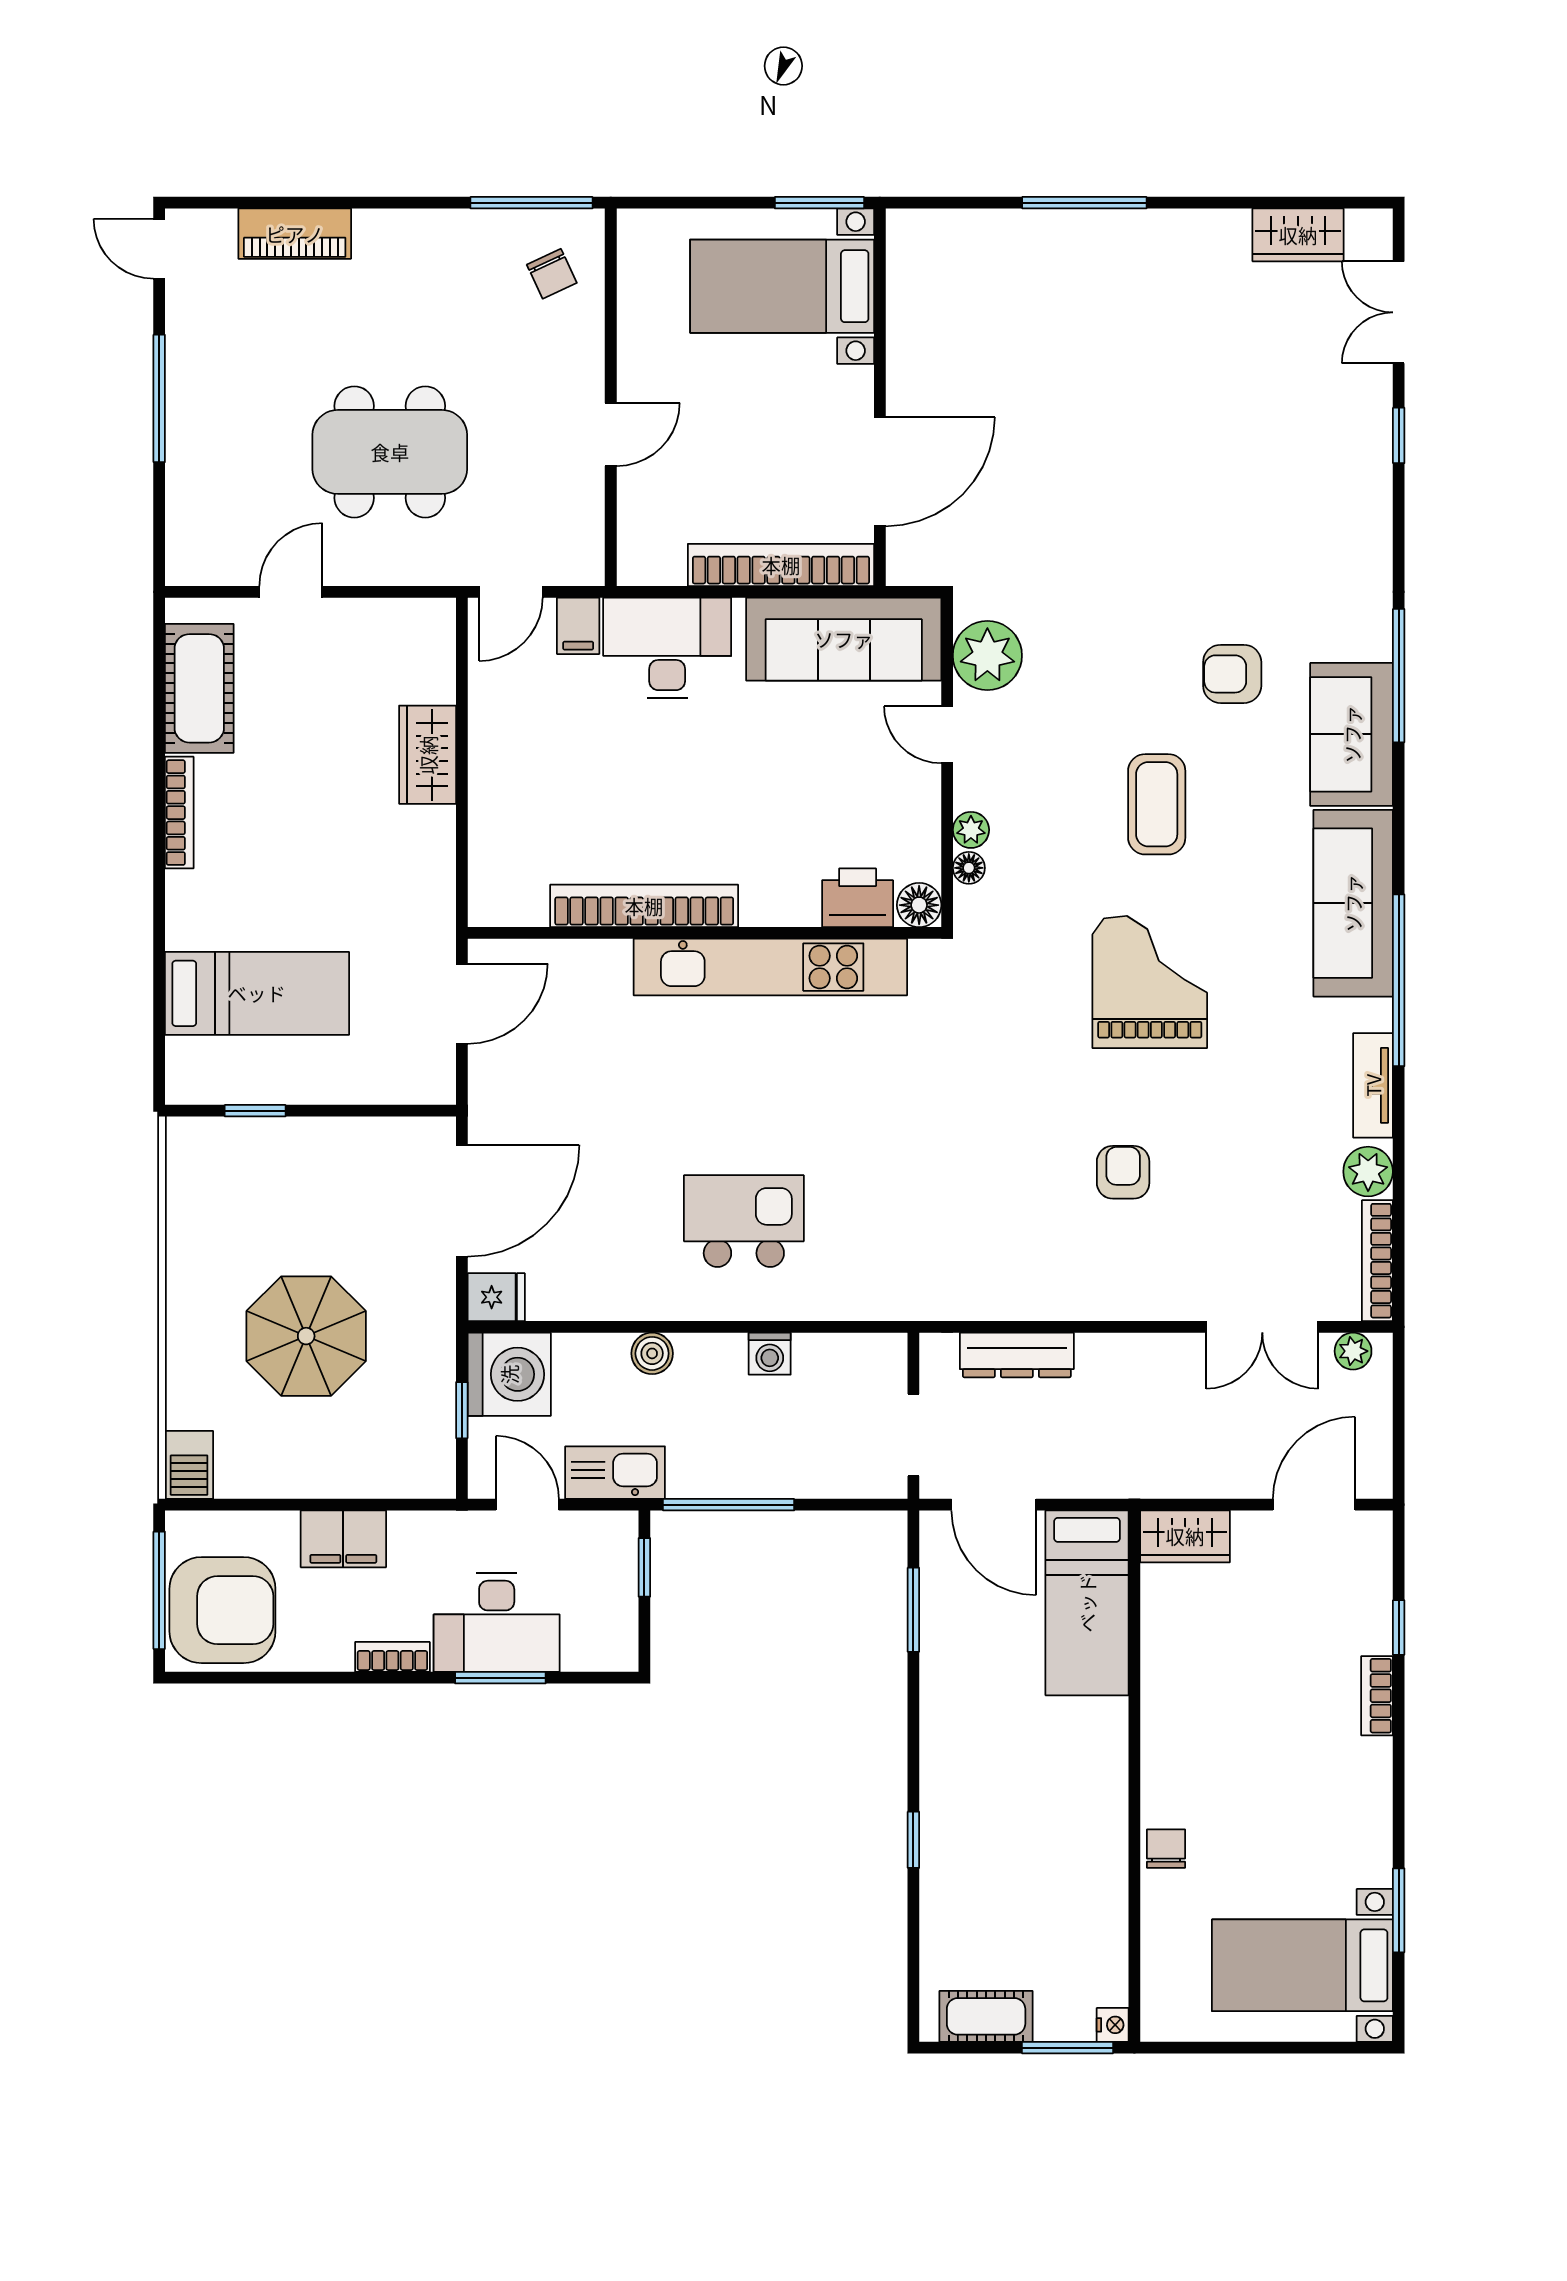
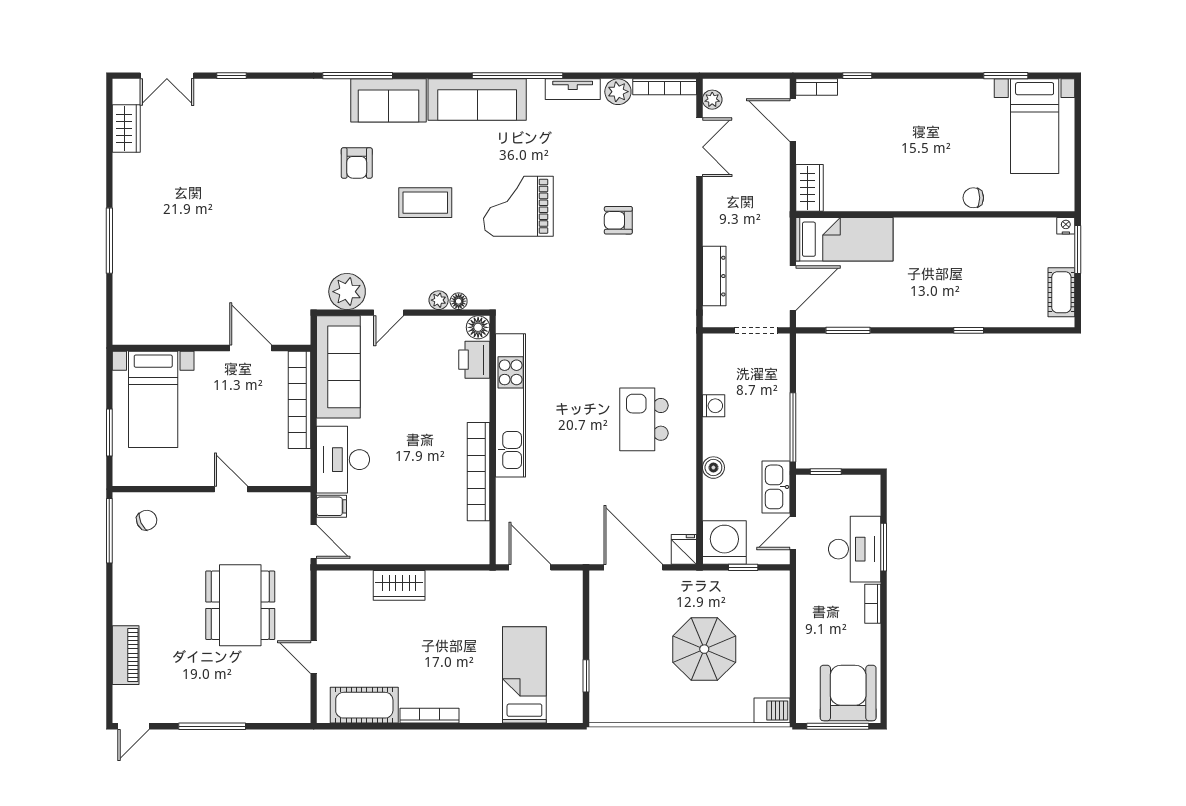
window: (819, 203) -> (109, 433), moved
door: (880, 472) -> (251, 348), width x0.73
filing cabinet: (343, 1539) -> (811, 630), removed
bookcase: (1377, 1696) -> (817, 87), moved

